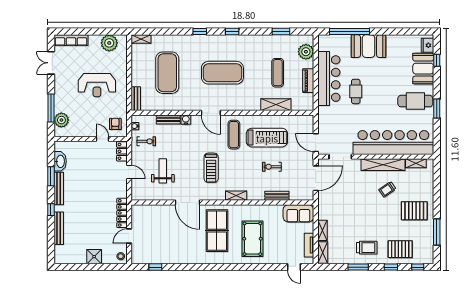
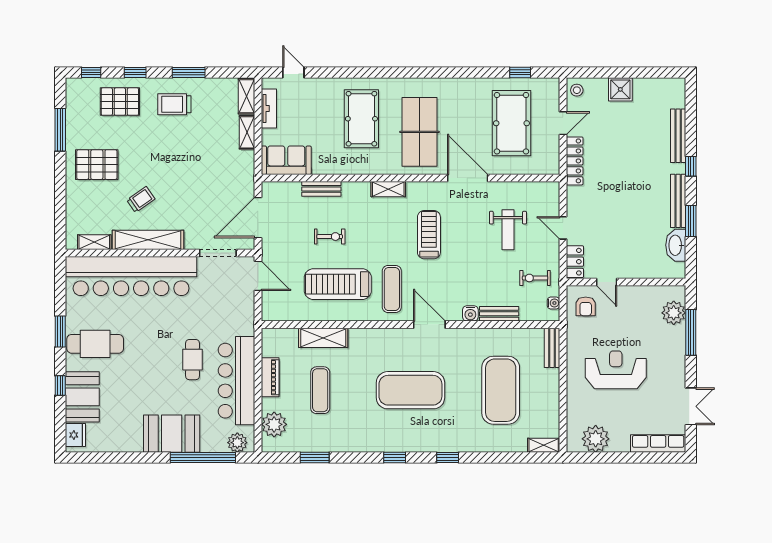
plant: (328, 41) -> (237, 443), added
window: (437, 60) -> (60, 385), moved
pool table: (161, 236) -> (511, 123), added

